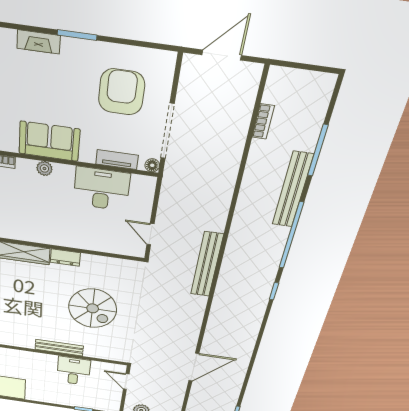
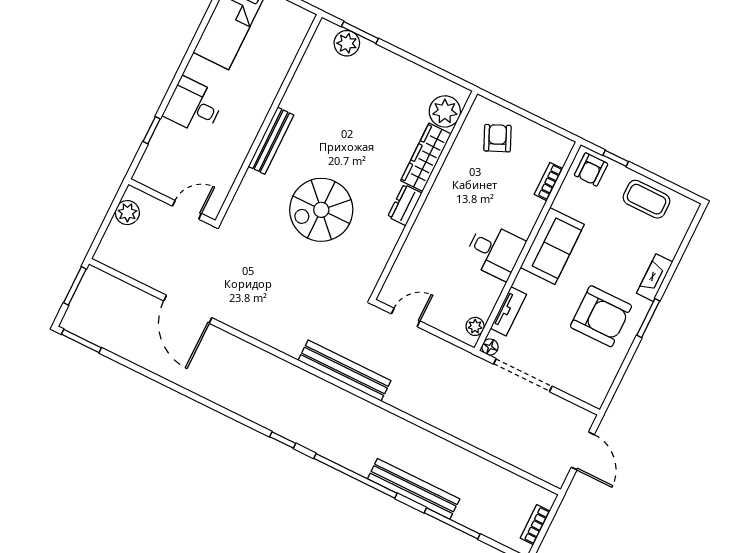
armchair: (121, 92) -> (601, 316), moved
bookcase: (263, 121) -> (535, 525), moved, turned 90
plant: (44, 168) -> (475, 326), moved
desk: (102, 189) -> (495, 251), moved, width x0.73
desk: (74, 371) -> (194, 106), moved, turned 180

